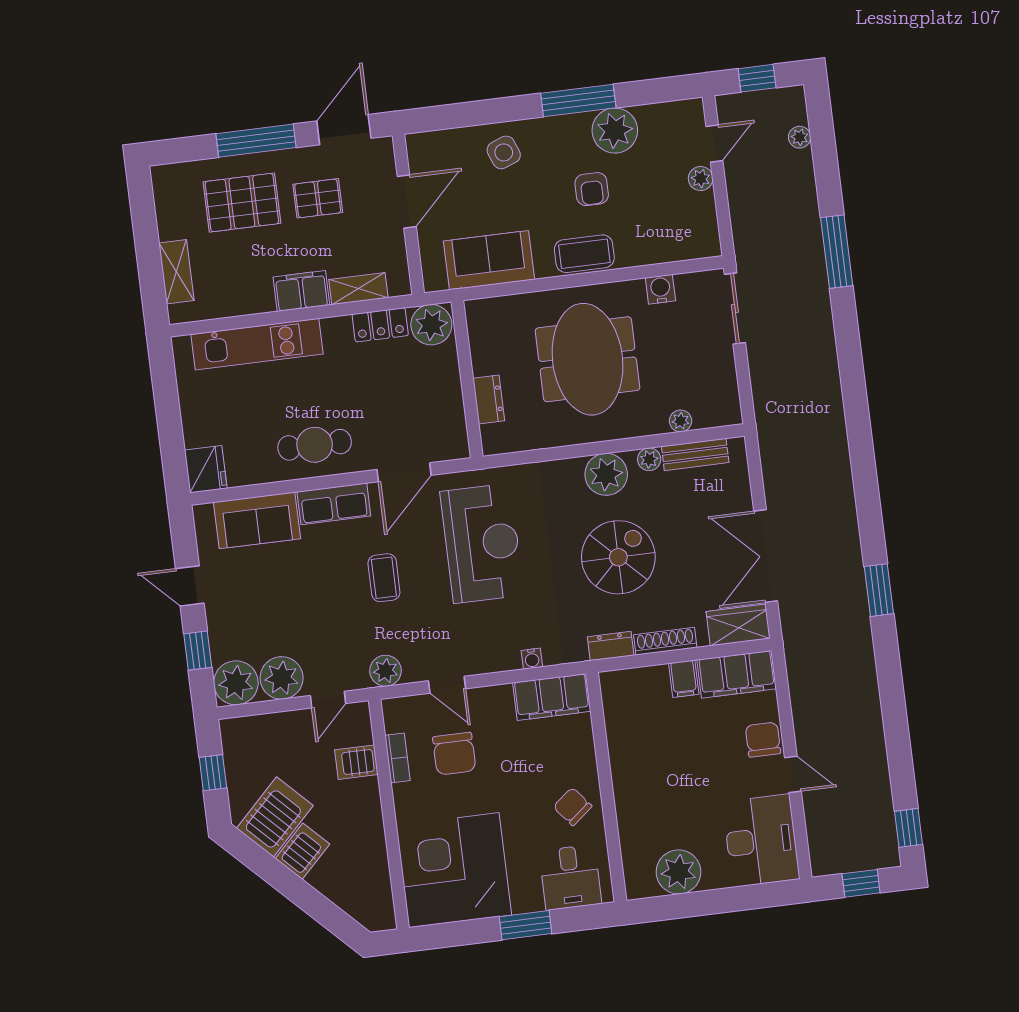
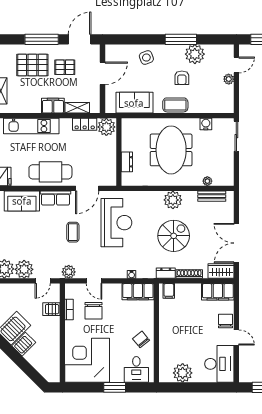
cafe table: (315, 445) -> (50, 172), width x1.37, depth x1.35
plant: (649, 459) -> (192, 196), removed
filing cabinet: (684, 679) -> (169, 291), moved

